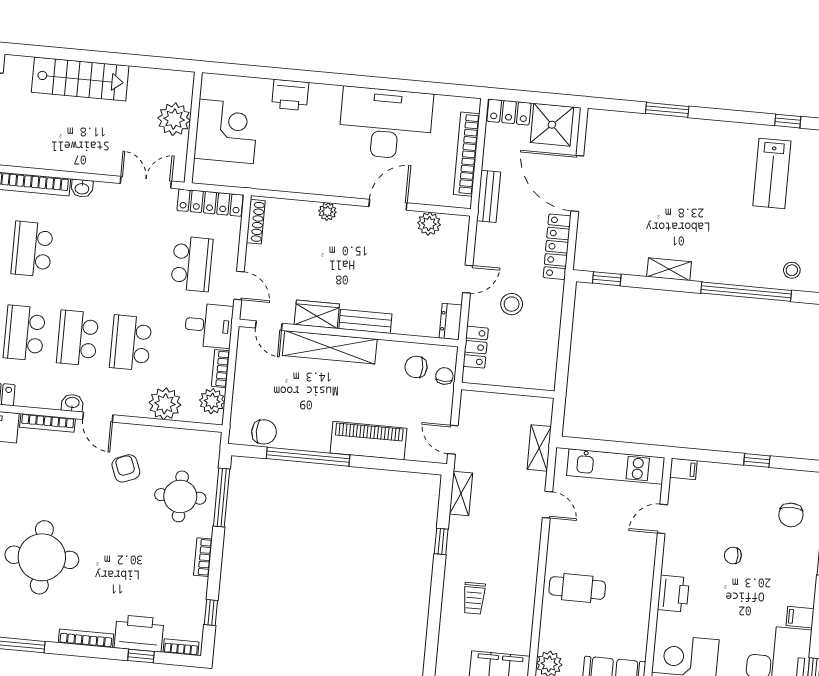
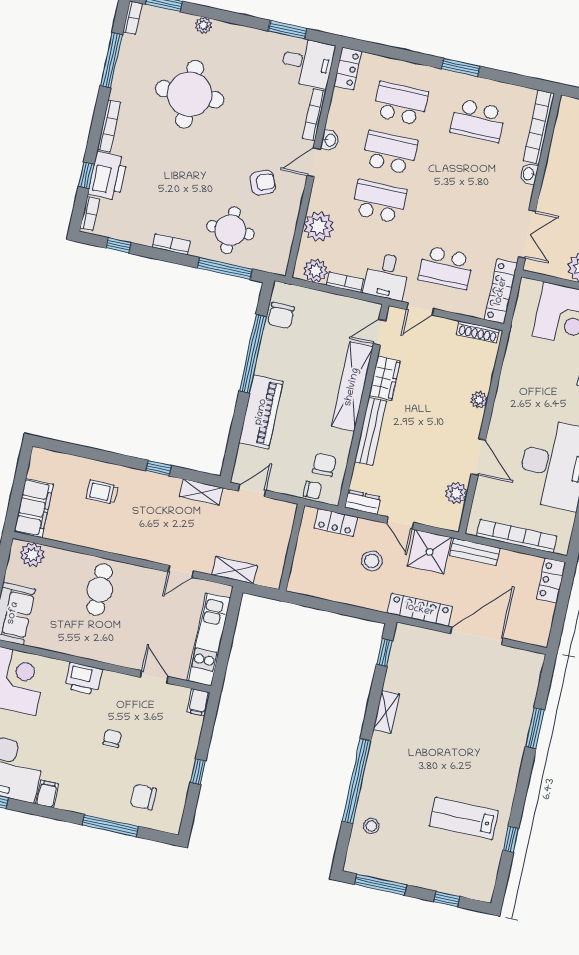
shower: (552, 125) -> (429, 552), moved
school desk: (32, 249) -> (478, 120), turned 180
bench: (365, 321) -> (371, 431), width x1.36

